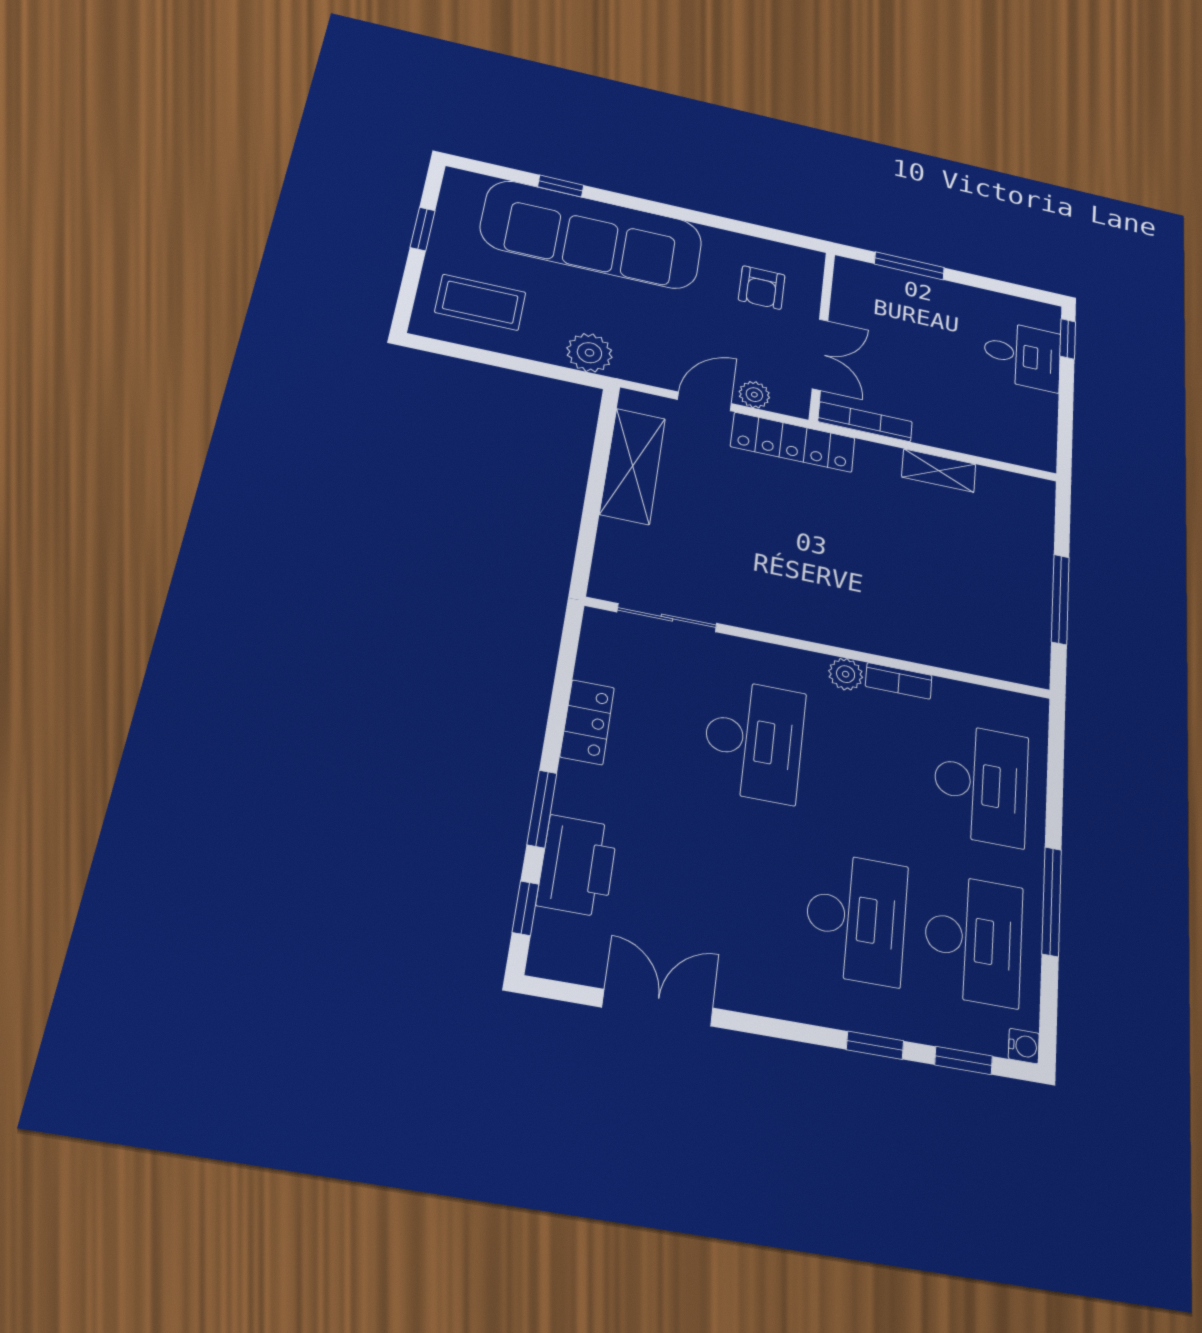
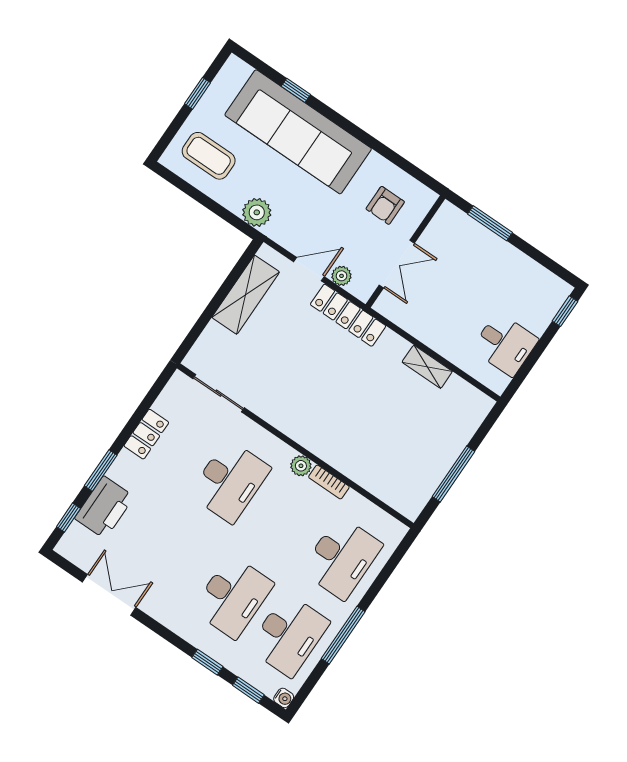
desk: (1022, 355) -> (505, 344), moved
bookcase: (865, 422) -> (400, 318), removed

